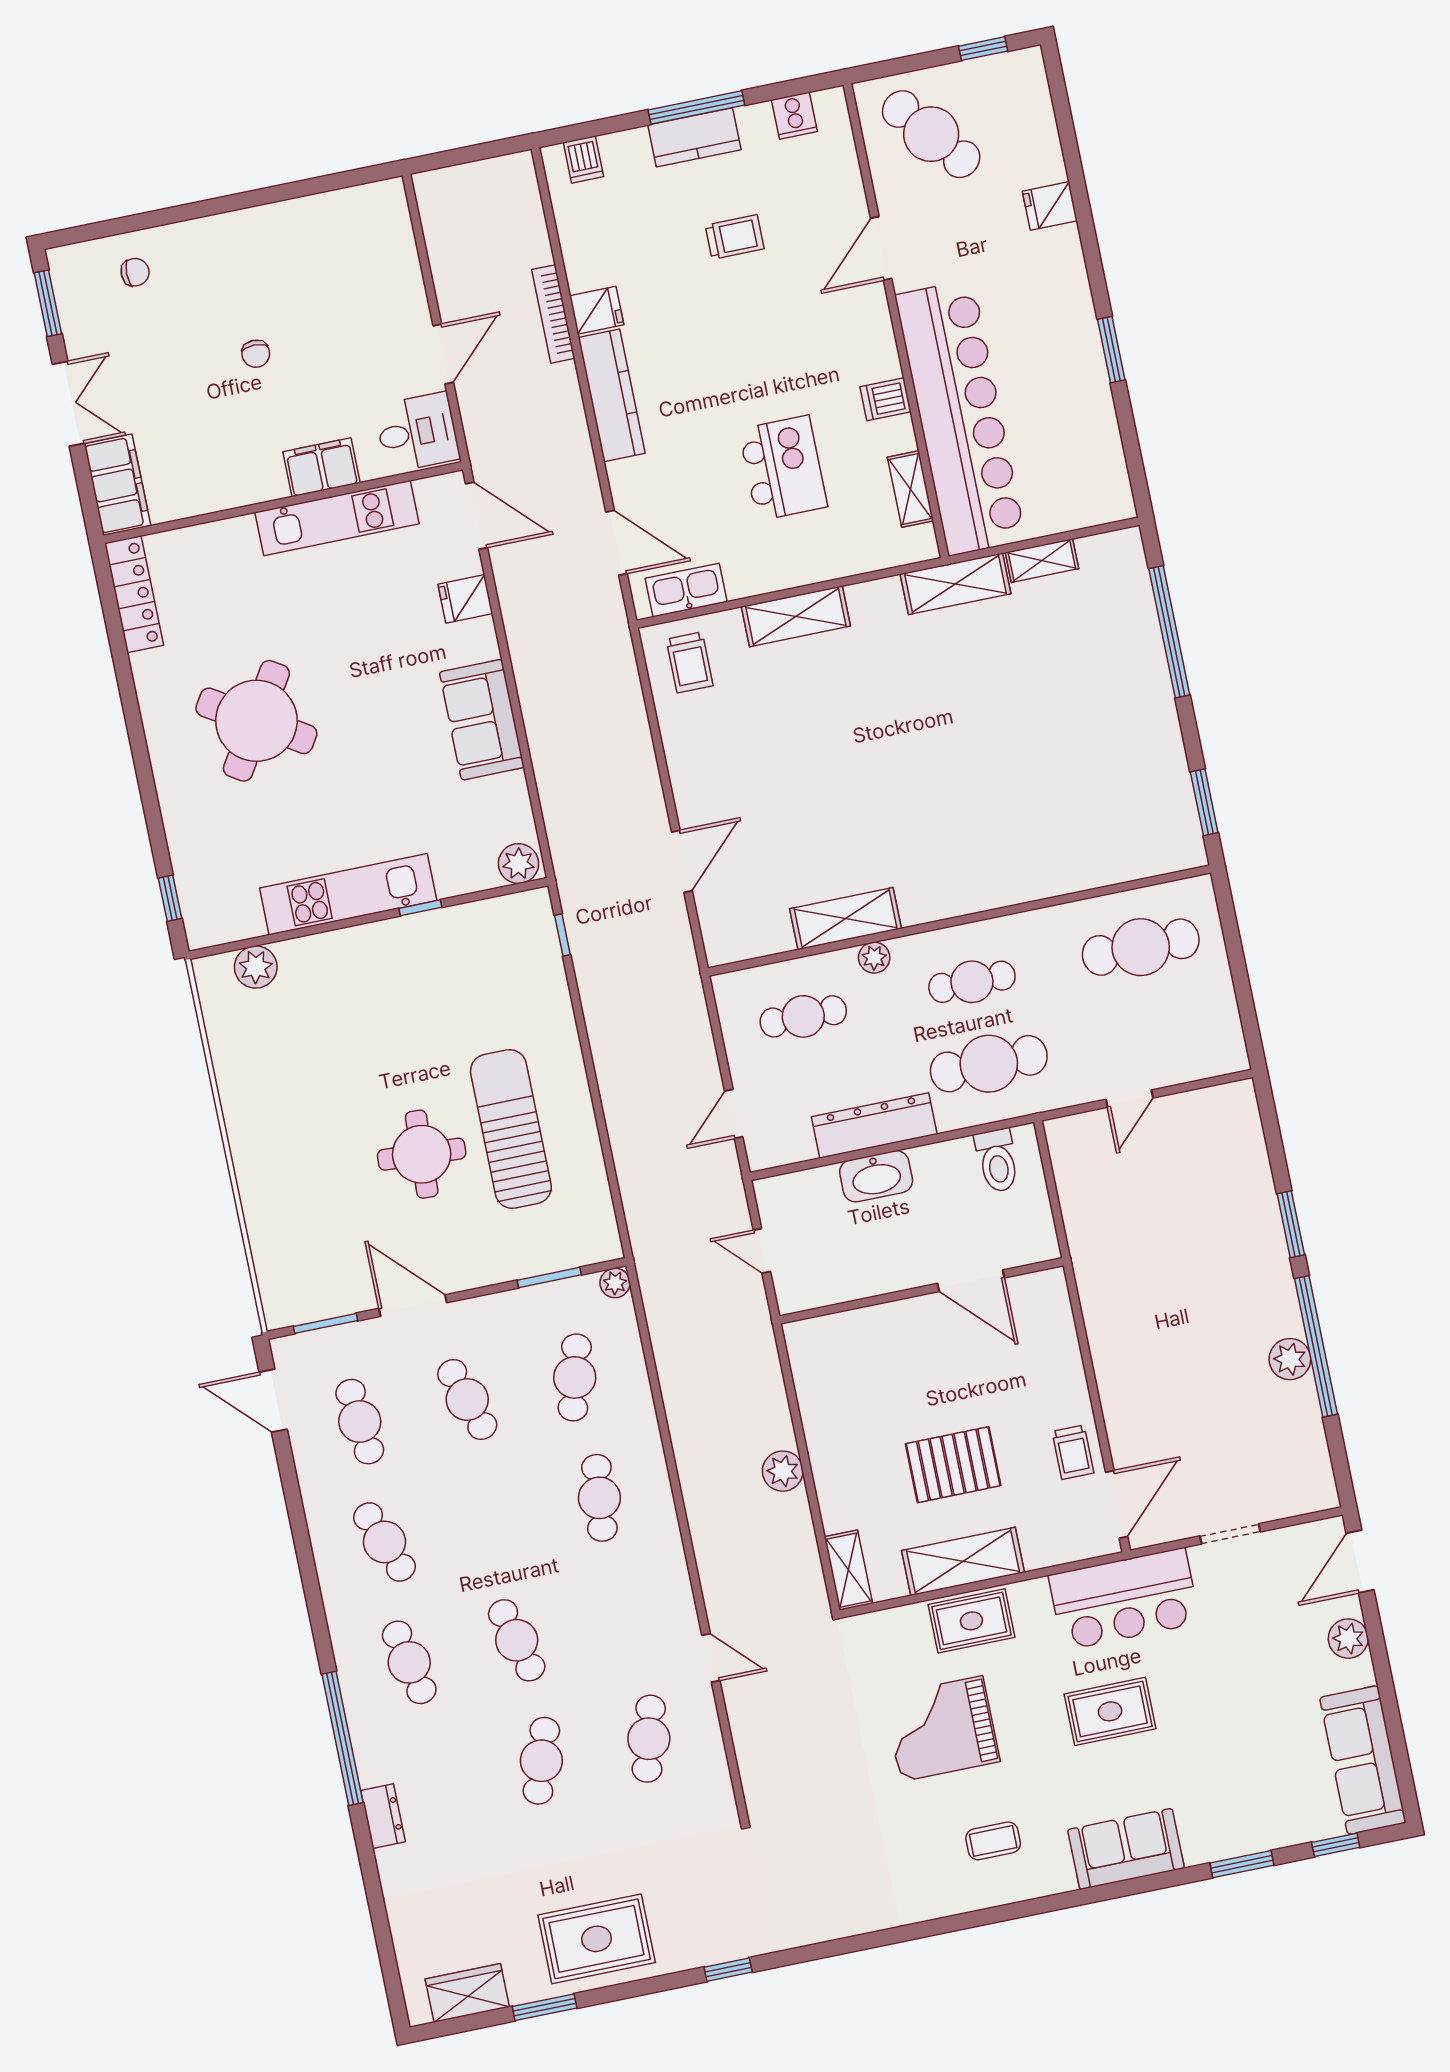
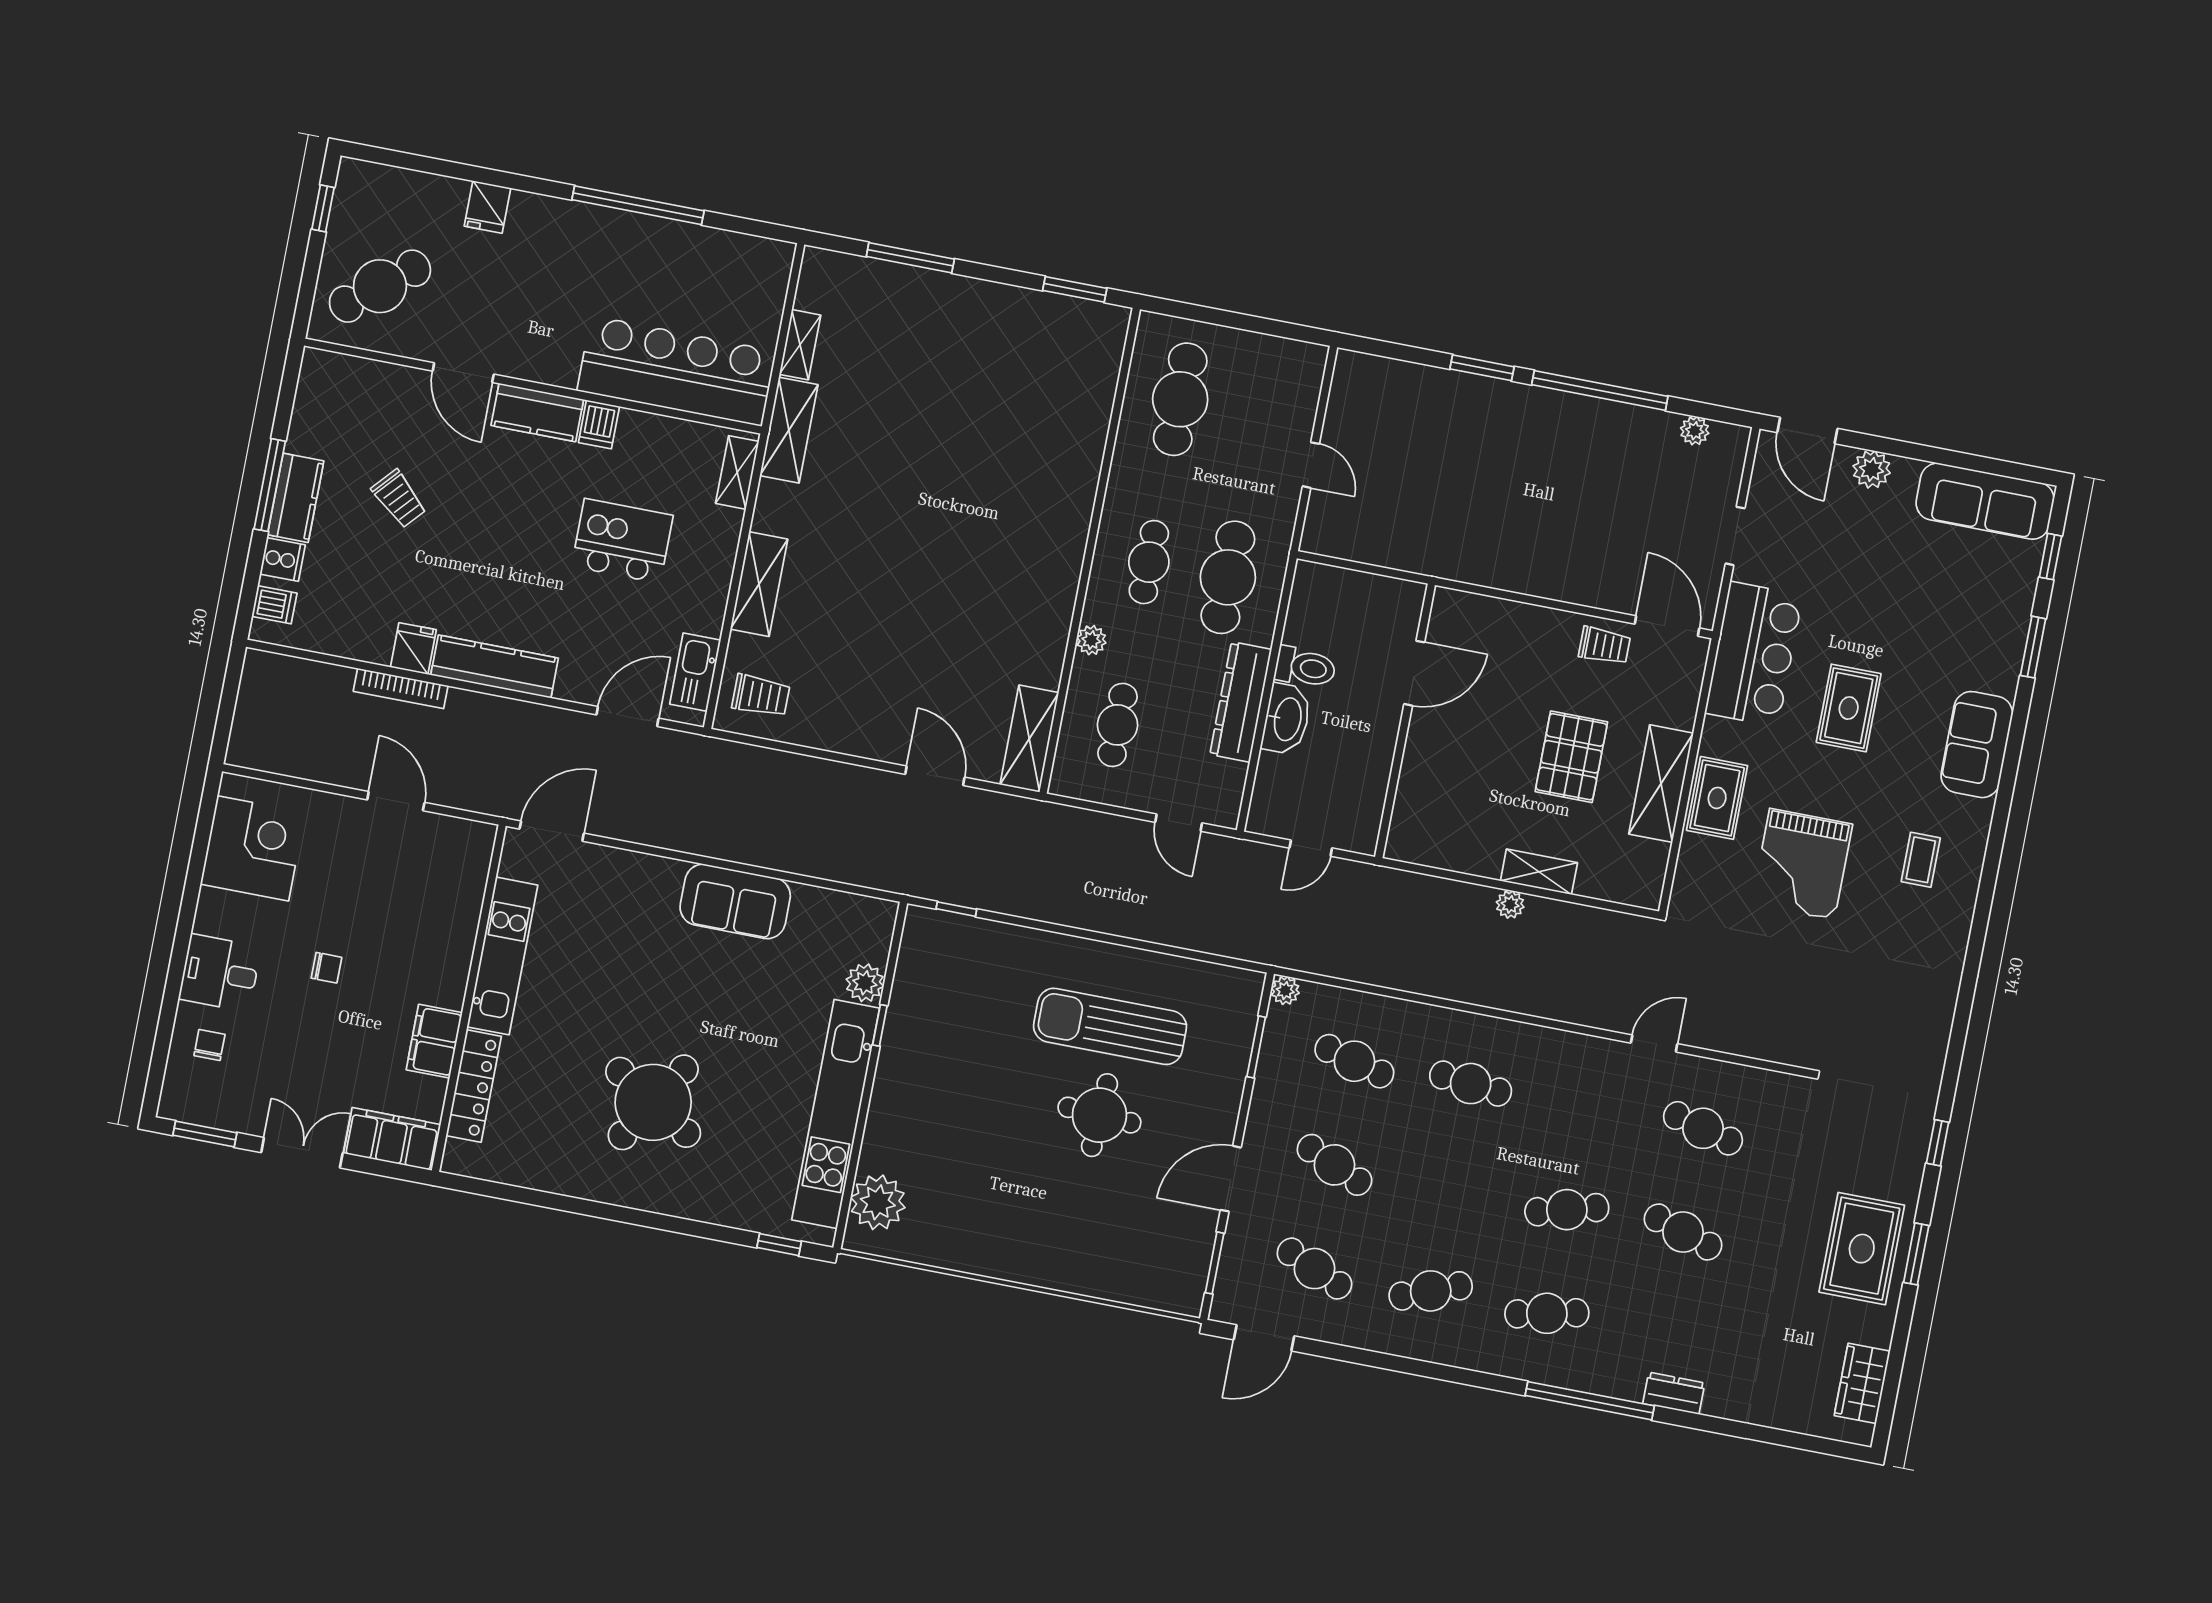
cooker: (794, 116) -> (283, 559), moved
corner desk: (341, 236) -> (253, 848), added
trolley: (735, 237) -> (399, 499), turned 132
kitchen counter: (872, 335) -> (537, 412), added
window: (1111, 350) -> (638, 205), width x2.11
bar counter: (960, 418) -> (677, 371), width x0.73
desk: (417, 432) -> (220, 973), moved, turned -90
filing cabinet: (321, 467) -> (434, 1041), moved
shelving: (910, 489) -> (737, 472), moved, turned 90
locker: (134, 594) -> (474, 1086), moved, turned 90
fridge: (465, 599) -> (622, 872), removed
window: (1169, 632) -> (910, 258), width x0.68
plant: (519, 864) -> (865, 983), moved
kitchen unit: (348, 894) -> (836, 1114), width x1.36
shelving: (846, 919) -> (1029, 739), moved
plant: (256, 967) -> (878, 1202), width x1.36, depth x1.36
toilet: (997, 1161) -> (1305, 667), moved
plant: (1290, 1359) -> (1695, 431), moved, width x0.73, depth x0.73
cafe table: (467, 1400) -> (1334, 1165), turned 42
cafe table: (360, 1422) -> (1314, 1269), turned 30
plant: (783, 1471) -> (1510, 904), width x0.73, depth x0.73
shelving: (848, 1570) -> (1539, 872), moved
window: (545, 2007) -> (1916, 1254), moved

